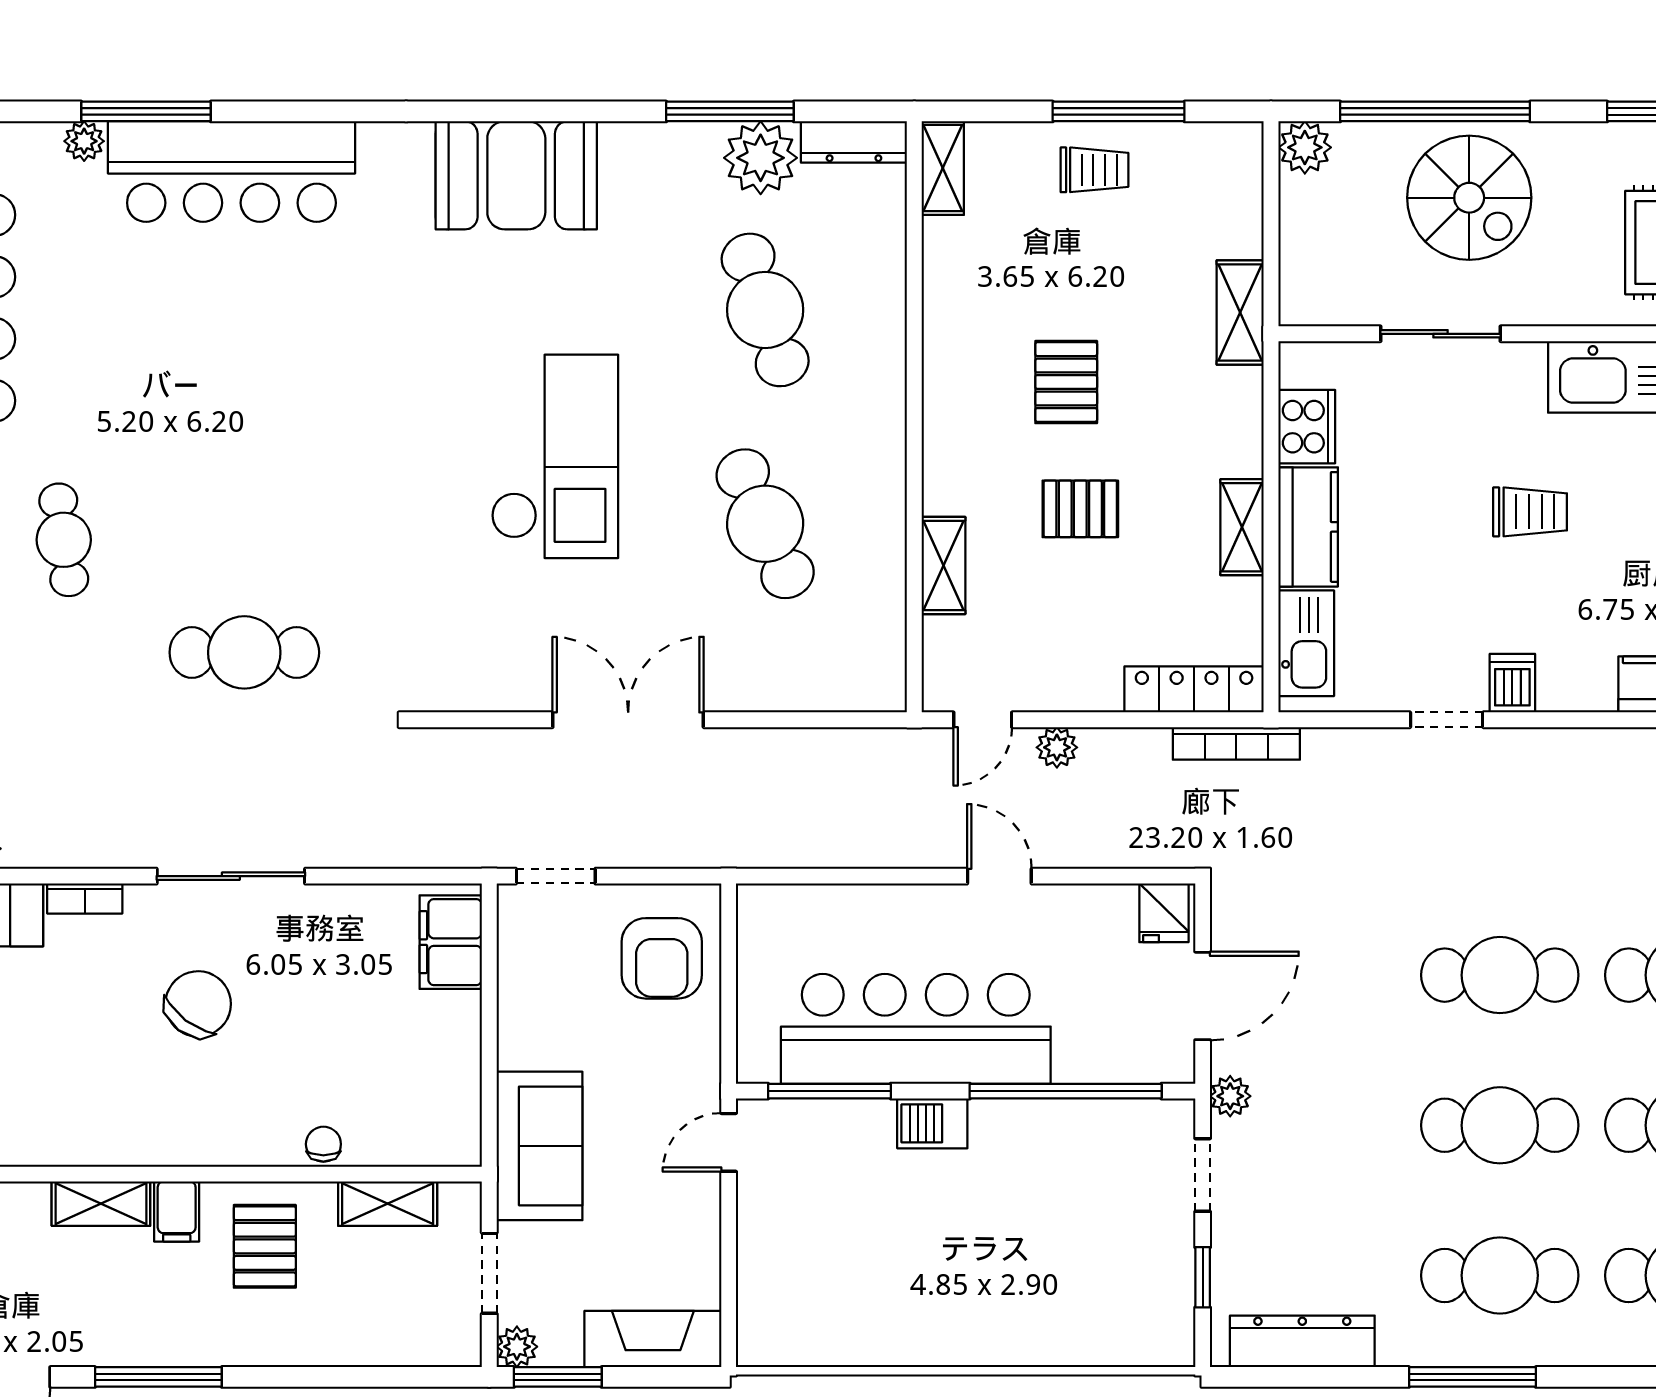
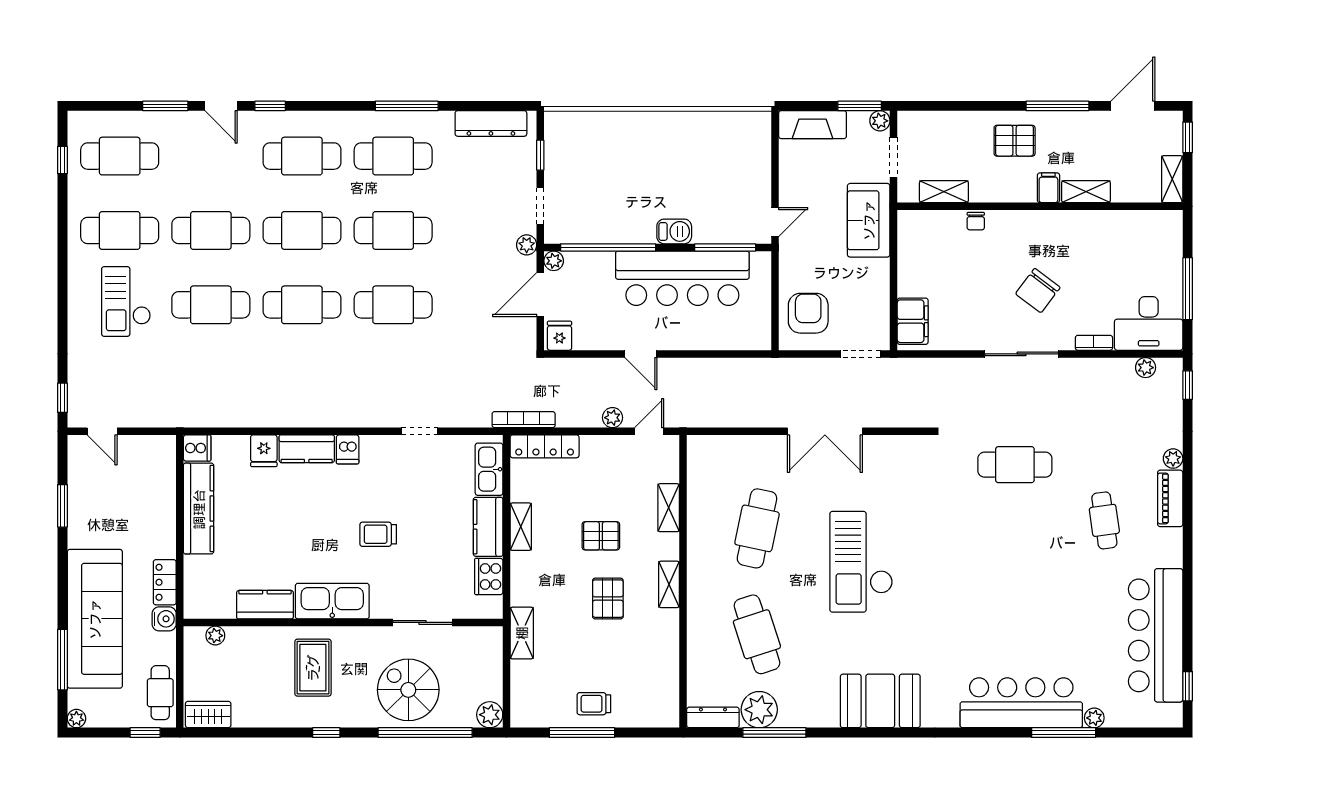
shelving: (943, 168) -> (669, 584), moved
cafe table: (765, 524) -> (757, 528), turned 36
dishwasher: (1512, 683) -> (348, 449), moved
plant: (1176, 1064) -> (554, 261), added
pallet: (265, 1246) -> (1015, 141), moved, turned 90

